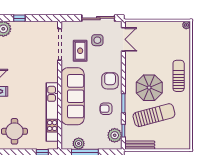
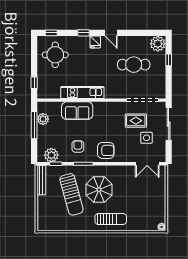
sliding door: (98, 18) -> (169, 124), moved
cafe table: (24, 53) -> (134, 65), added
sofa: (73, 96) -> (77, 111), width x0.54, depth x0.79
kitchen unit: (52, 112) -> (82, 93), width x0.73

